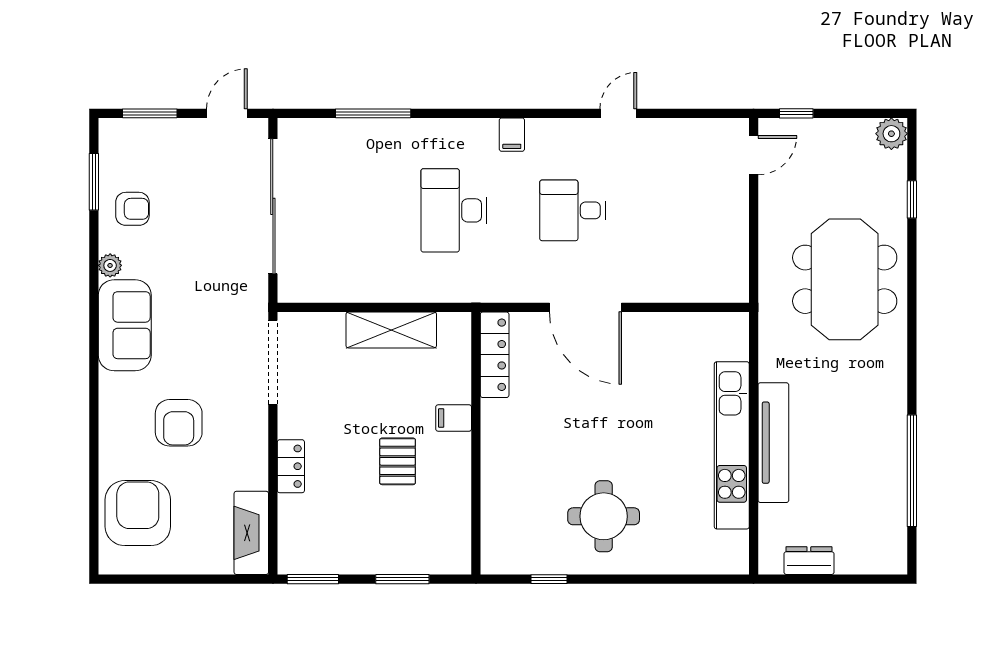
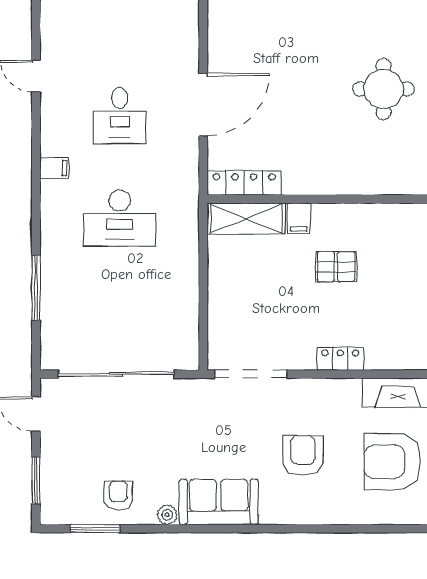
shelving: (391, 330) -> (246, 218), moved, turned 90
armchair: (179, 423) -> (303, 455), turned -90
armchair: (138, 513) -> (392, 462), moved

